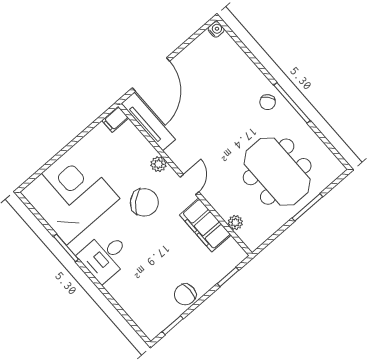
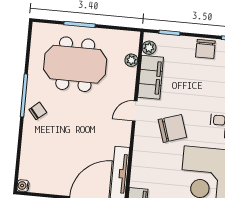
plant: (159, 164) -> (149, 48), moved
meeting table: (277, 172) -> (75, 64), turned 90
chair: (144, 202) -> (172, 128), turned 114
chair: (185, 294) -> (205, 49), turned 90

